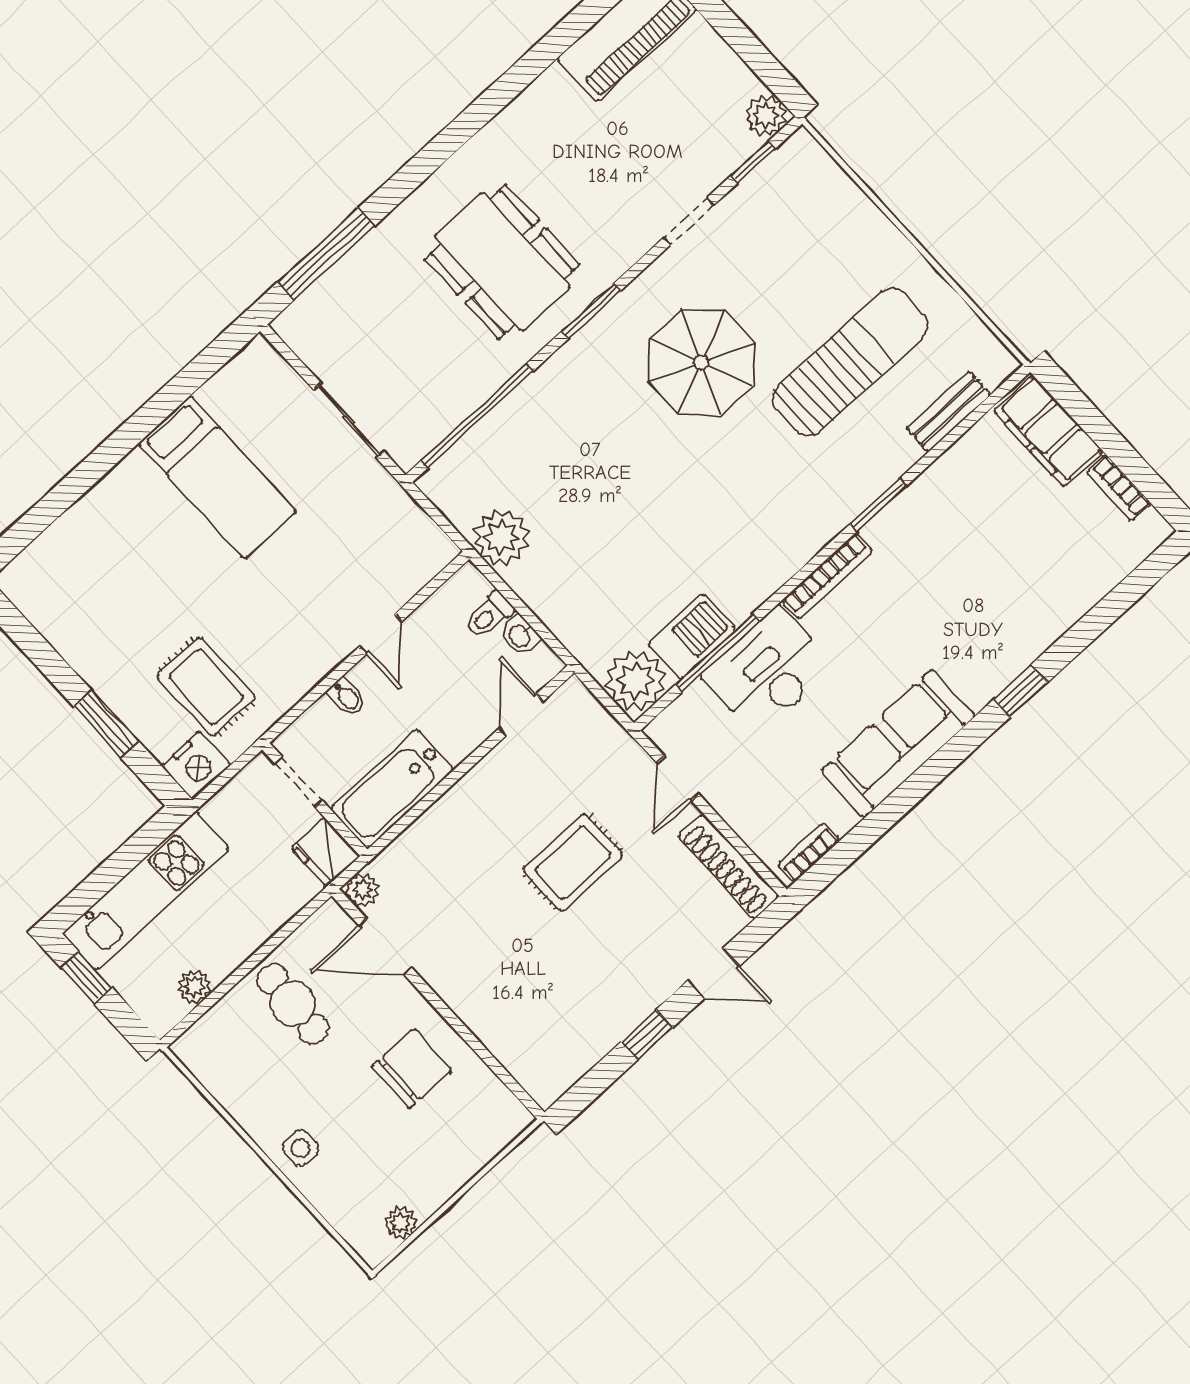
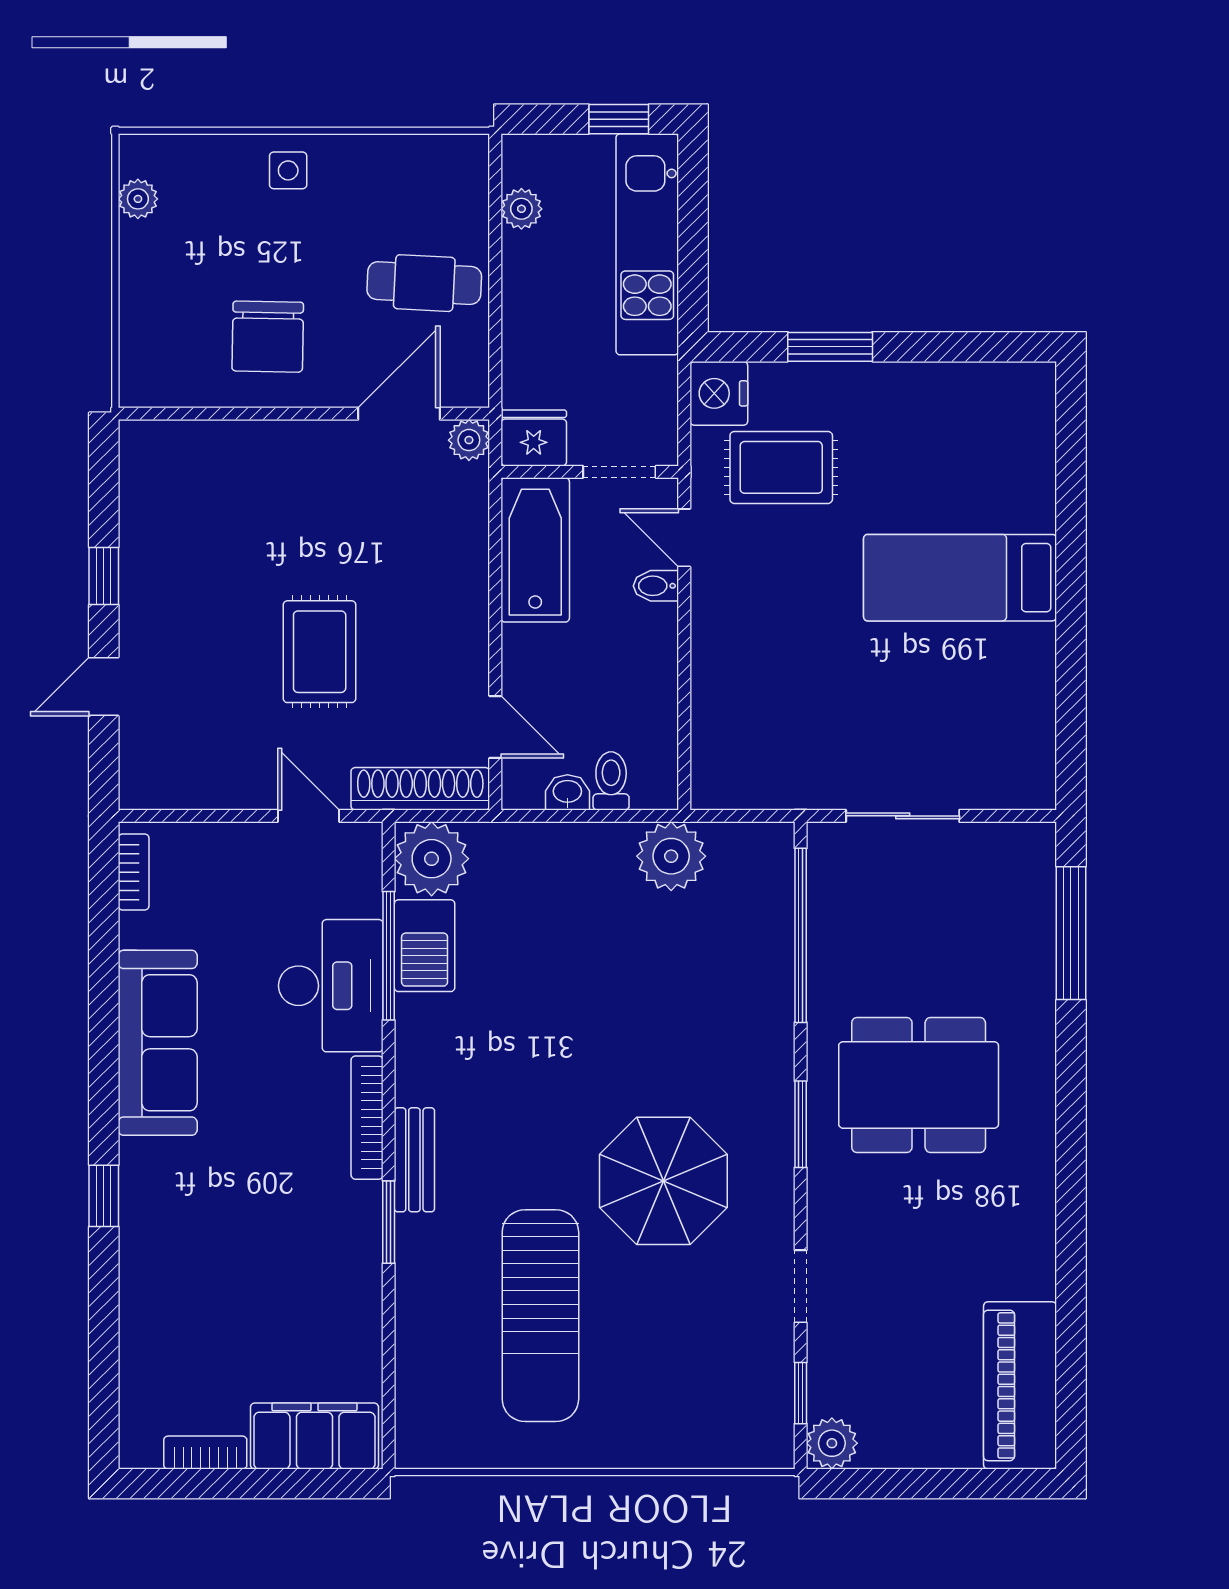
bench: (949, 412) -> (414, 1160), moved
bed: (217, 477) -> (960, 578), moved
door: (381, 634) -> (684, 538), moved
shoe rack: (729, 866) -> (420, 789), moved

